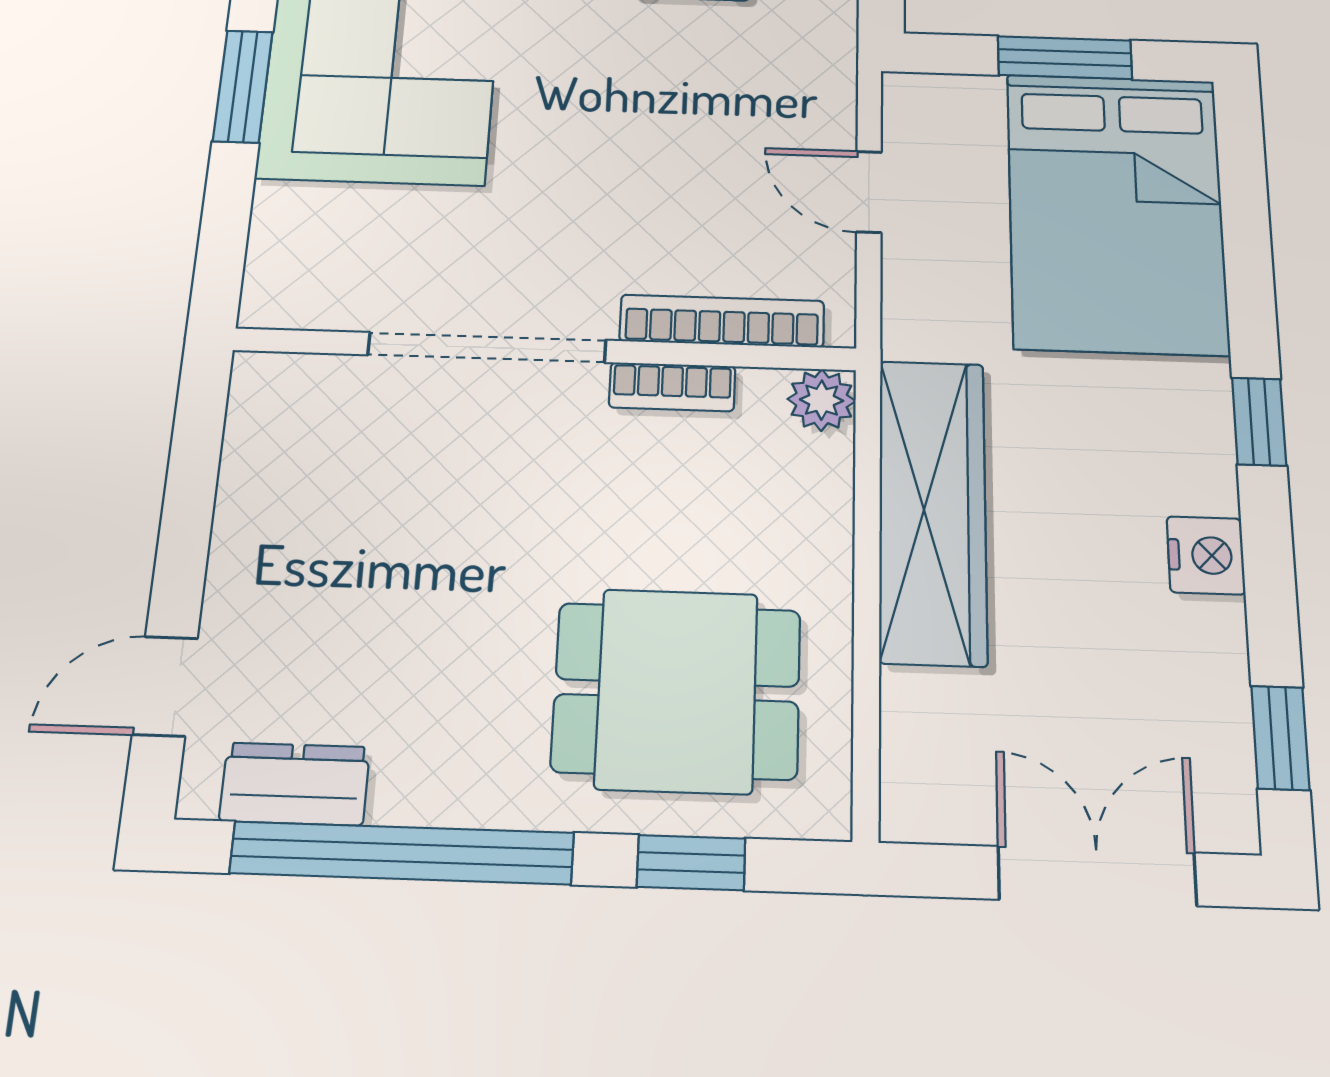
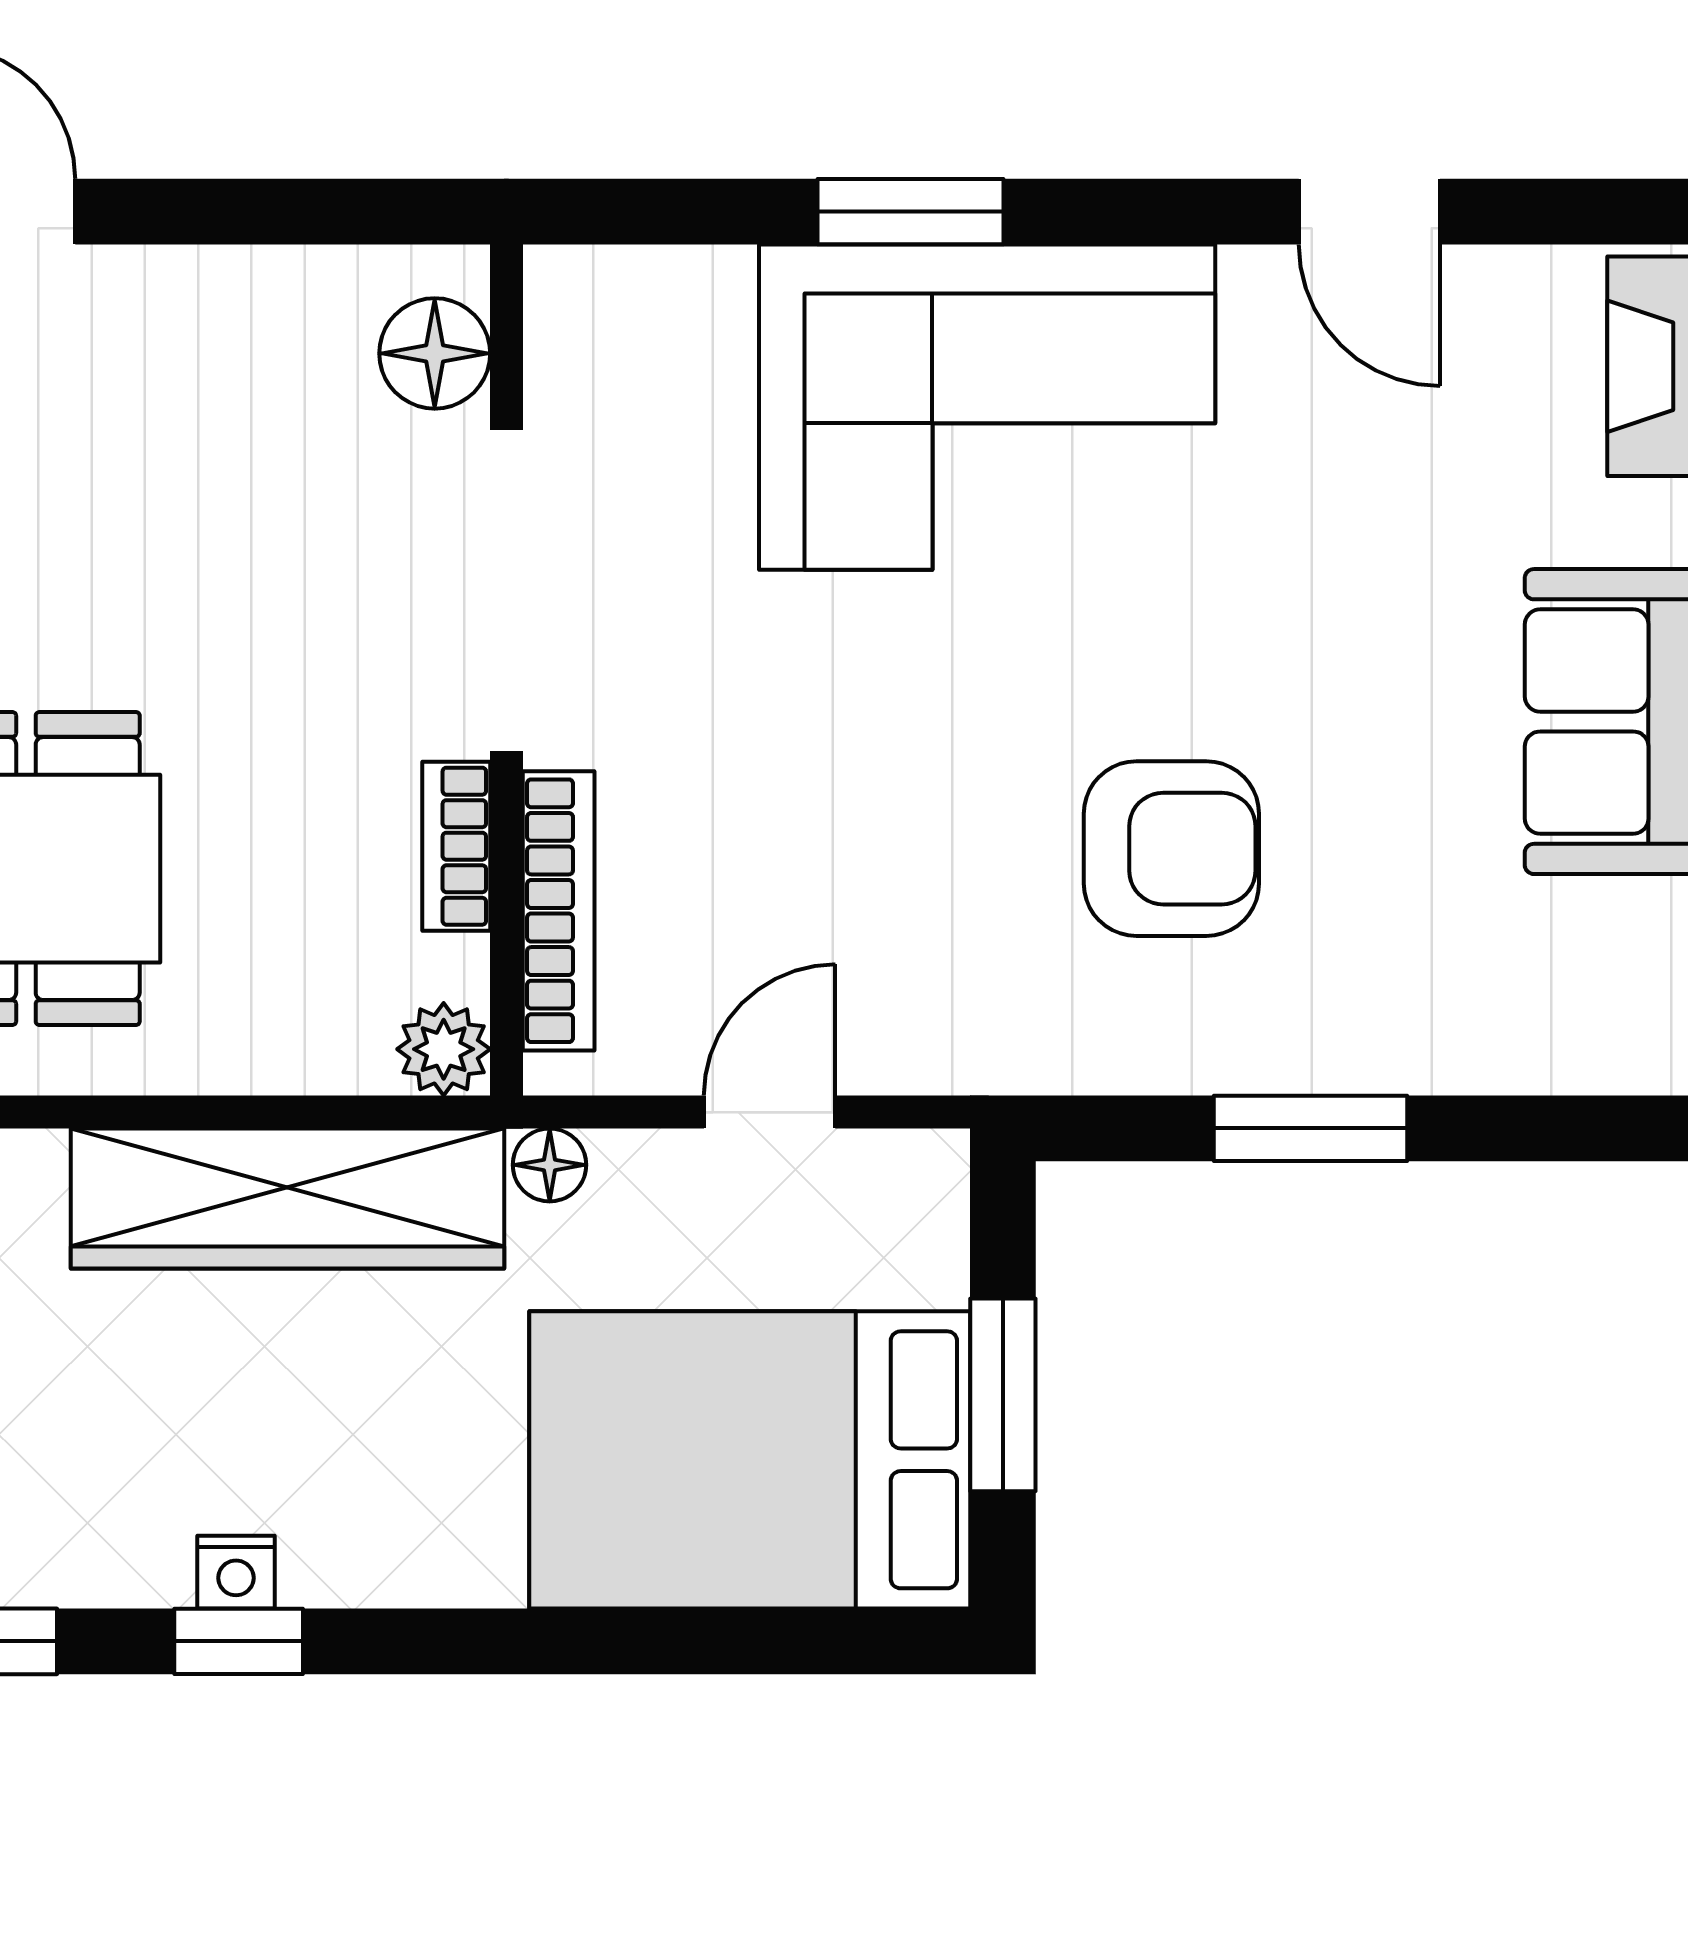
floor lamp: (907, 333) -> (550, 1165), added
floor lamp: (308, 389) -> (435, 353), added
window: (1259, 422) -> (239, 1641), moved
nightstand: (1206, 555) -> (236, 1572), width x0.72, depth x0.74

